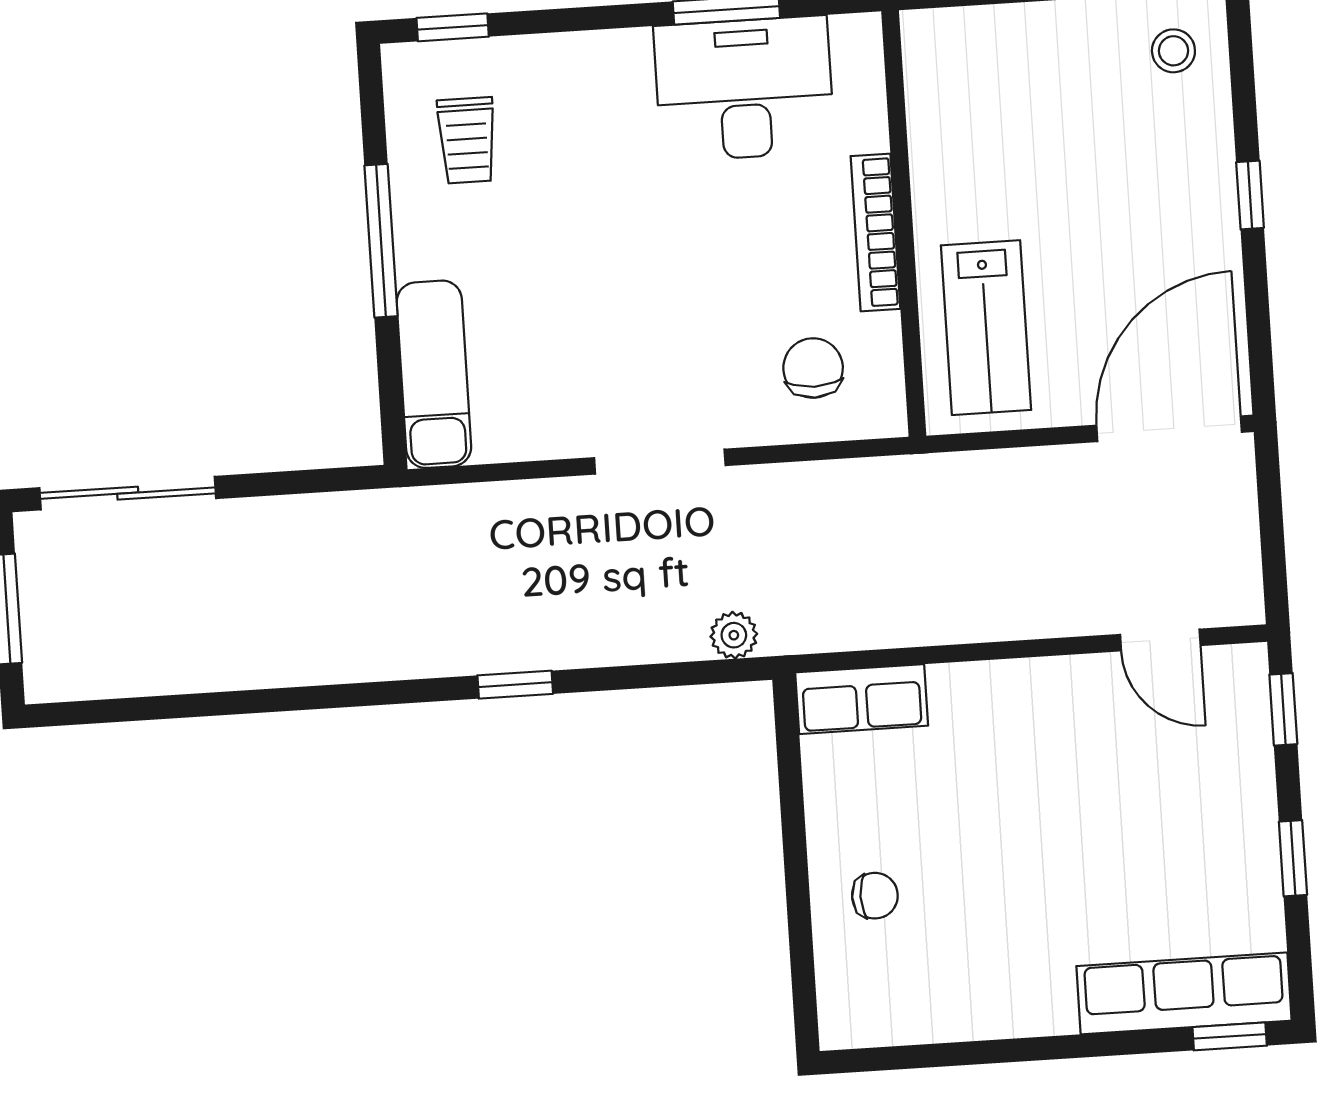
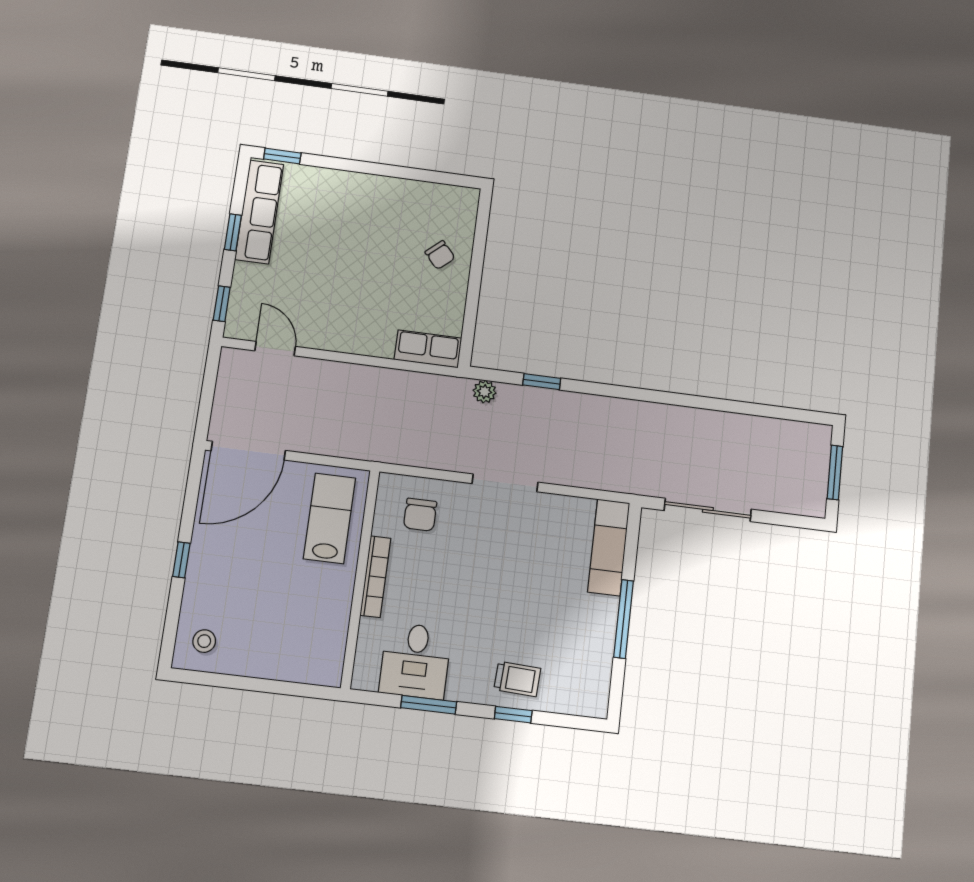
window: (453, 27) -> (513, 715), moved
desk: (744, 89) -> (415, 661), width x0.73
trolley: (467, 140) -> (517, 679), moved, turned 93
sliding door: (128, 493) -> (708, 510), moved
window: (515, 685) -> (542, 382), moved
chair: (875, 896) -> (440, 255), turned -131
row of seats: (1184, 993) -> (259, 212), moved, turned -90

